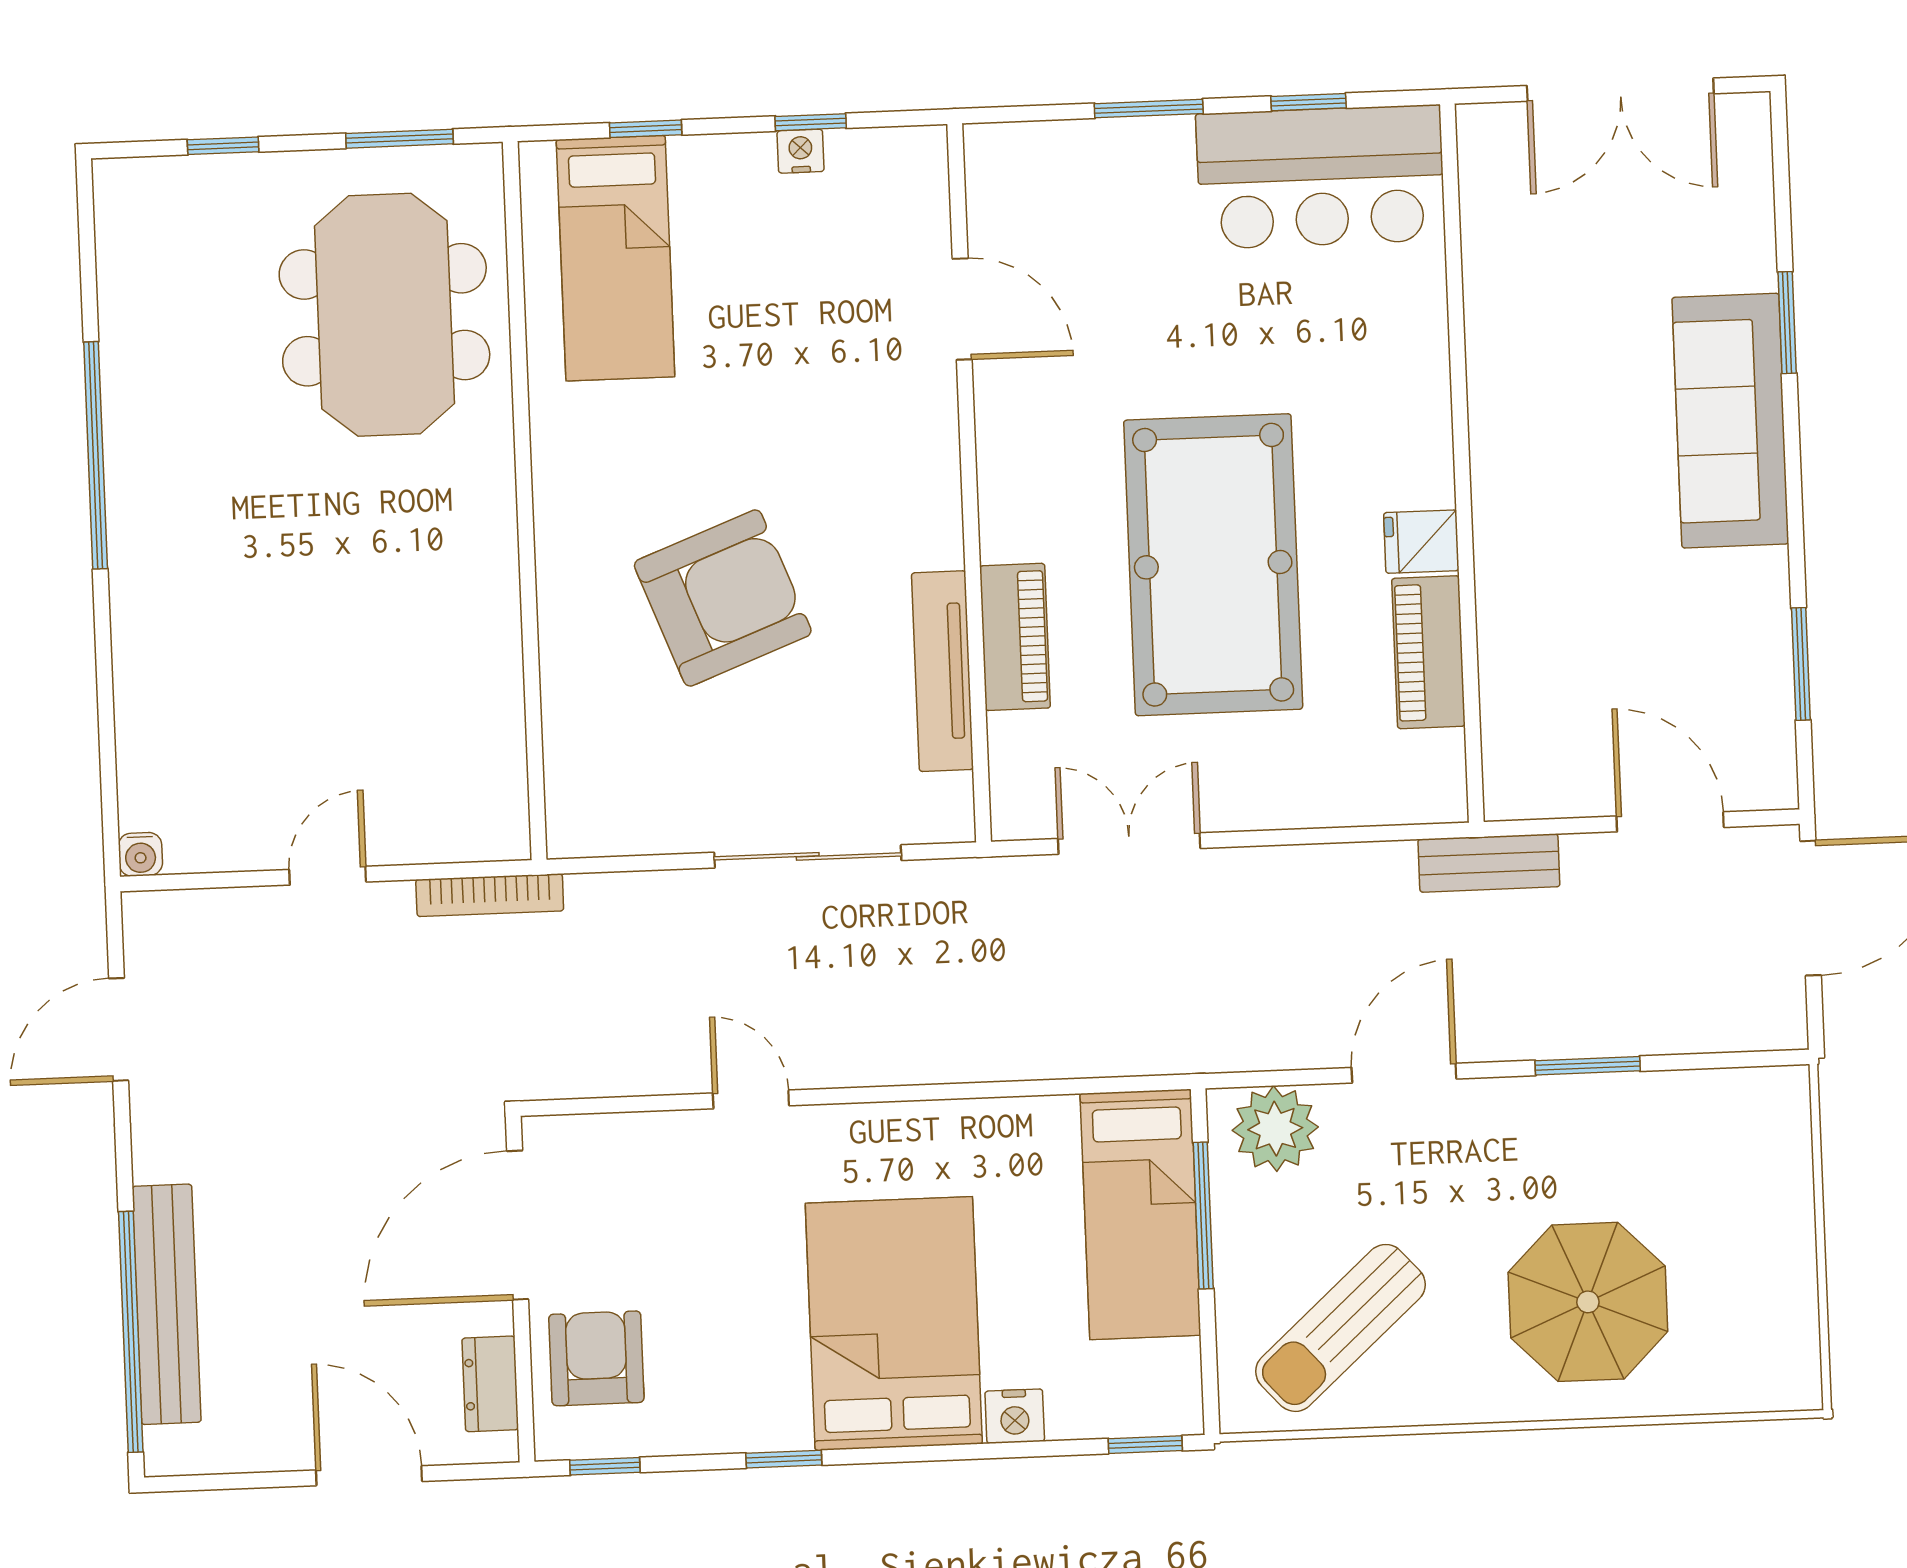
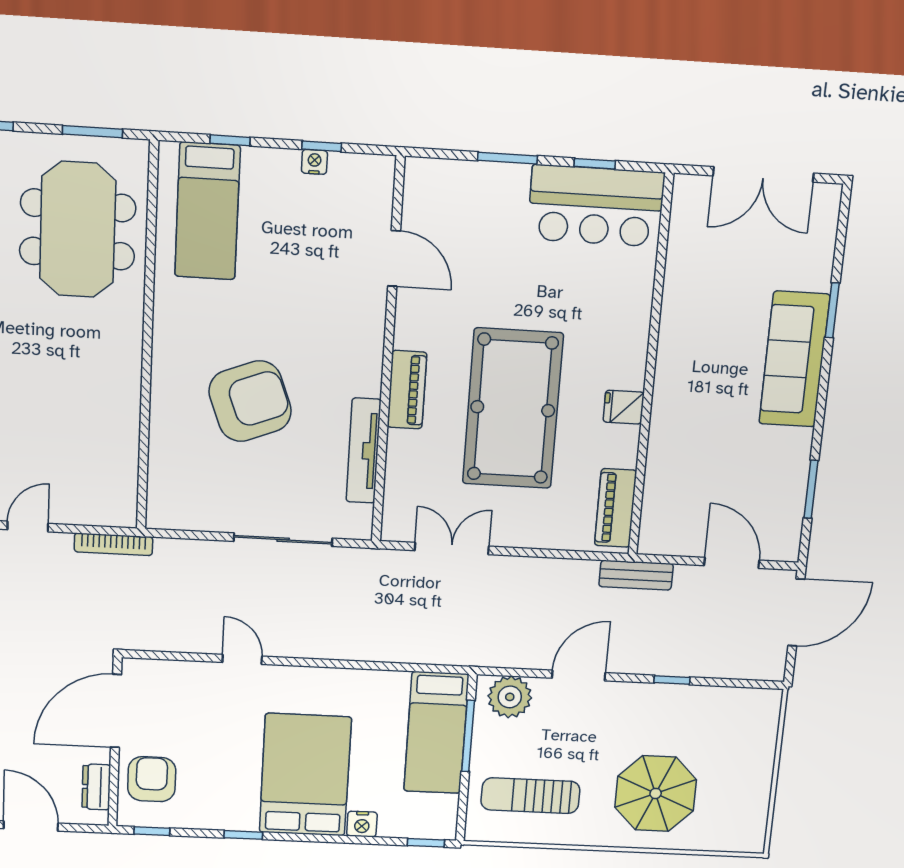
piano: (1015, 637) -> (407, 390), moved
piano: (1428, 652) -> (616, 508), moved
window: (1588, 1066) -> (672, 680), width x0.67
sun lounger: (1340, 1328) -> (530, 796), turned 42

